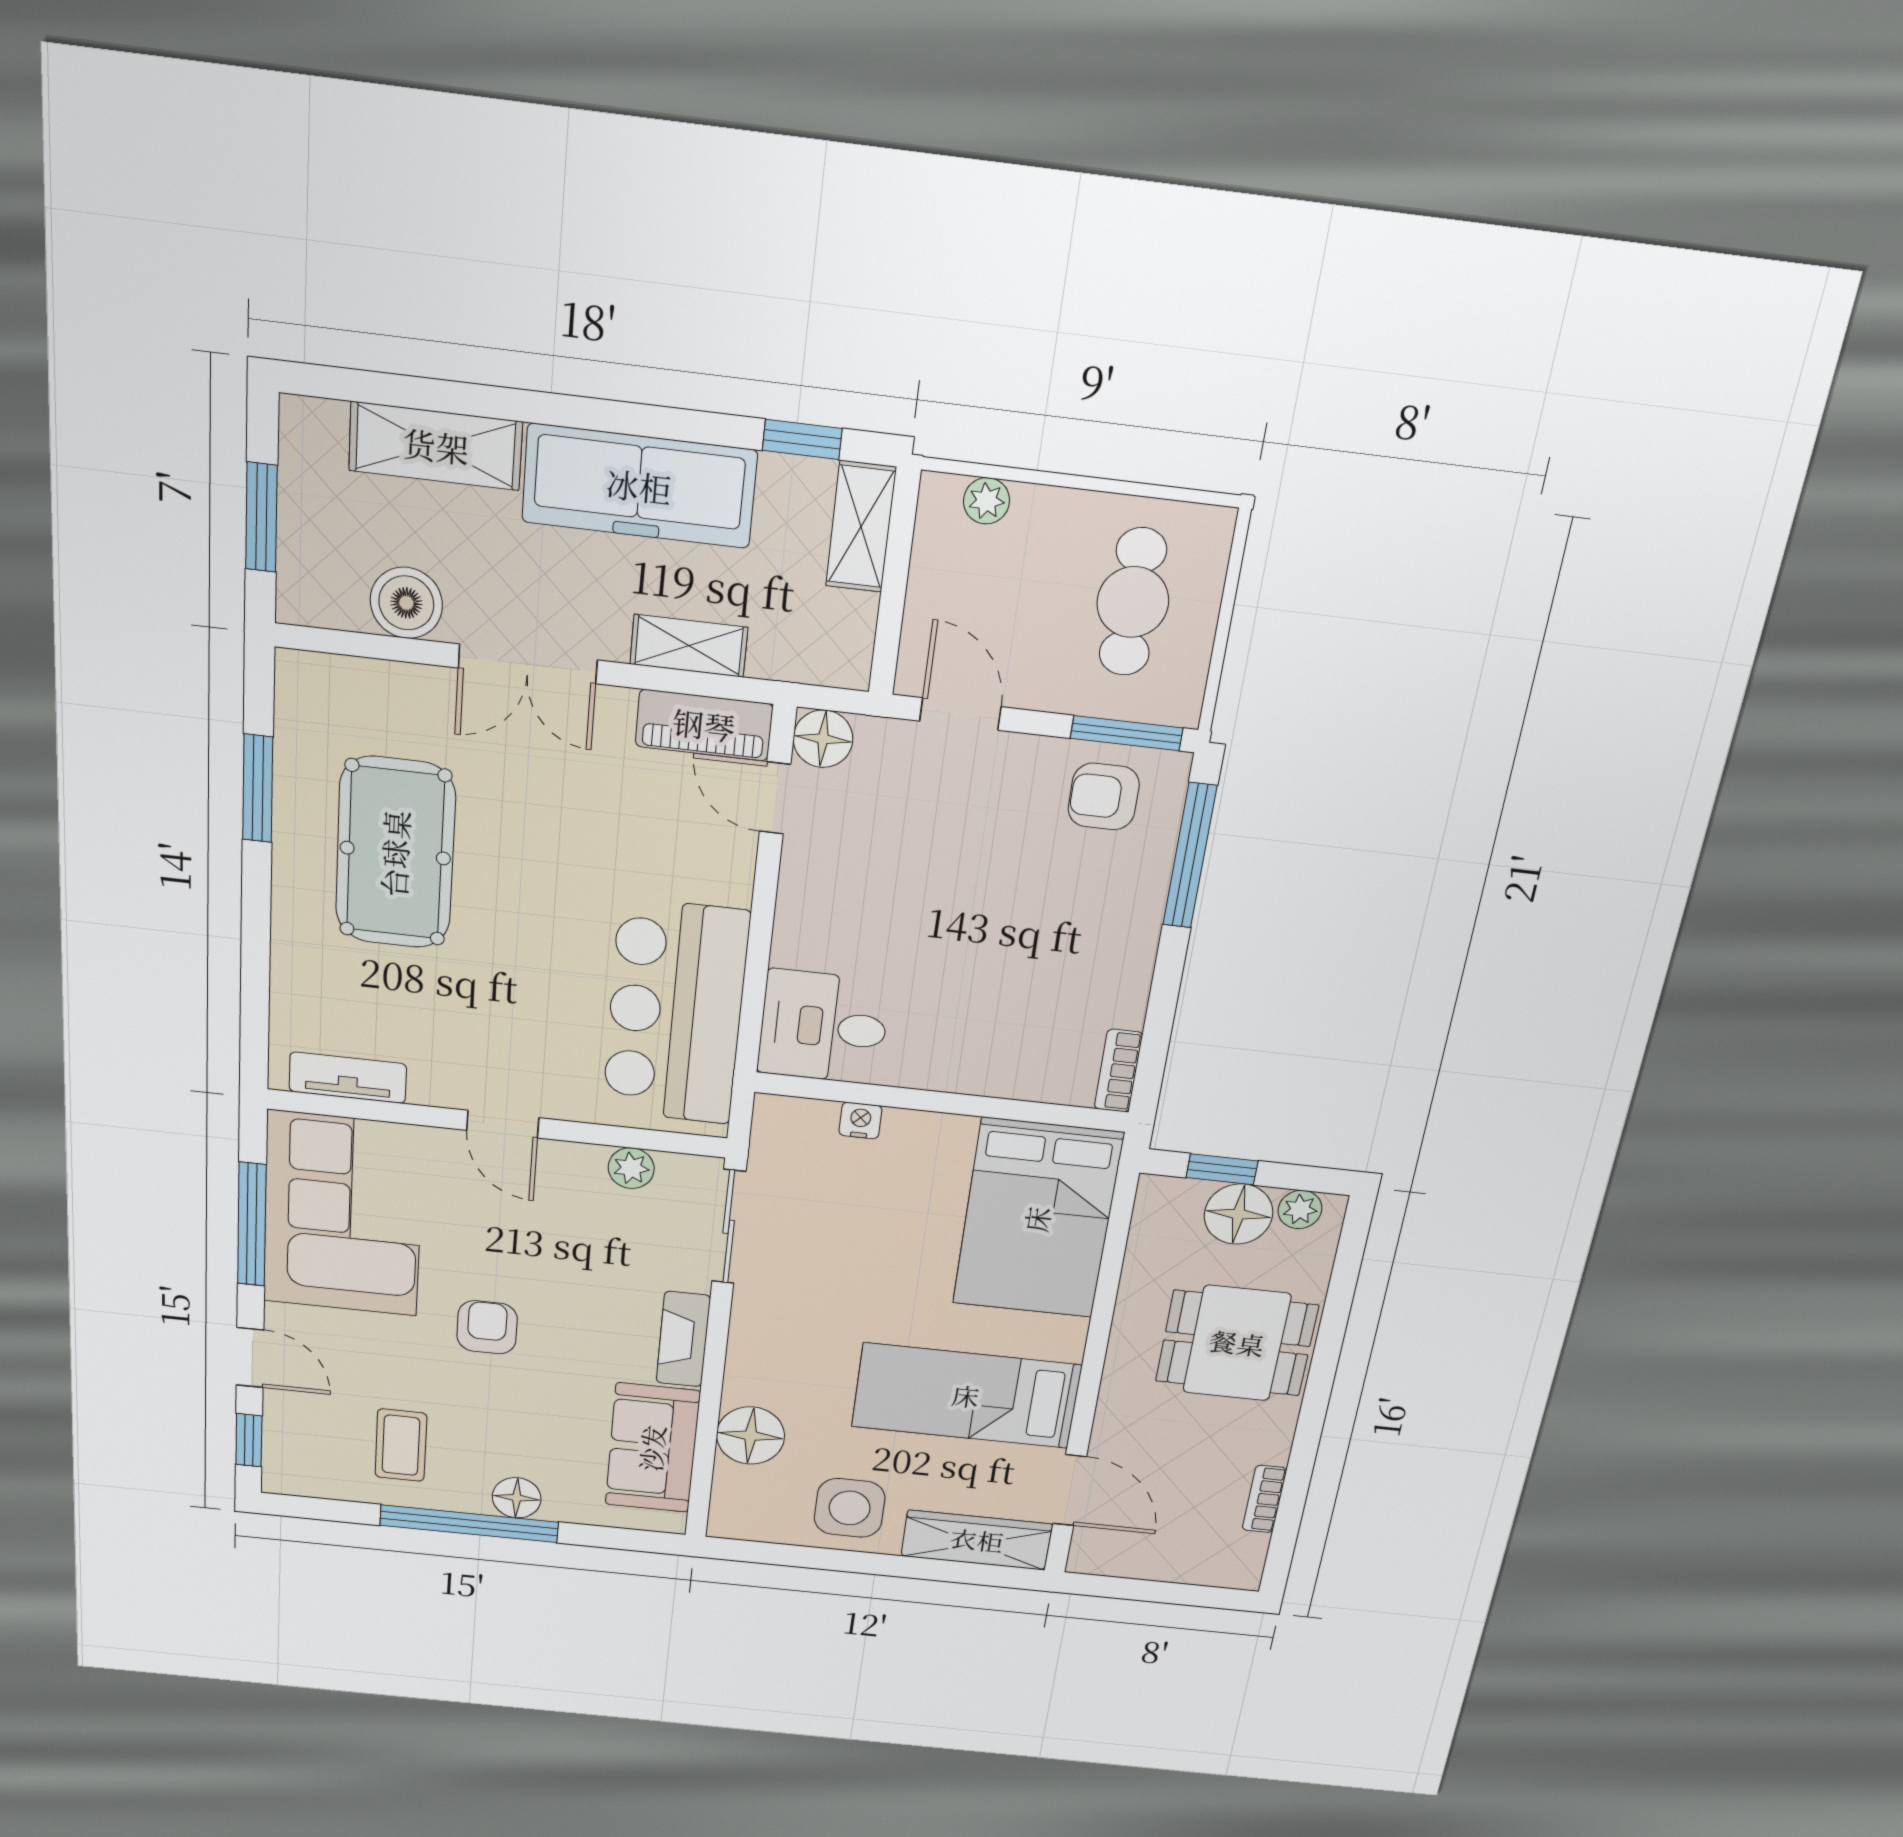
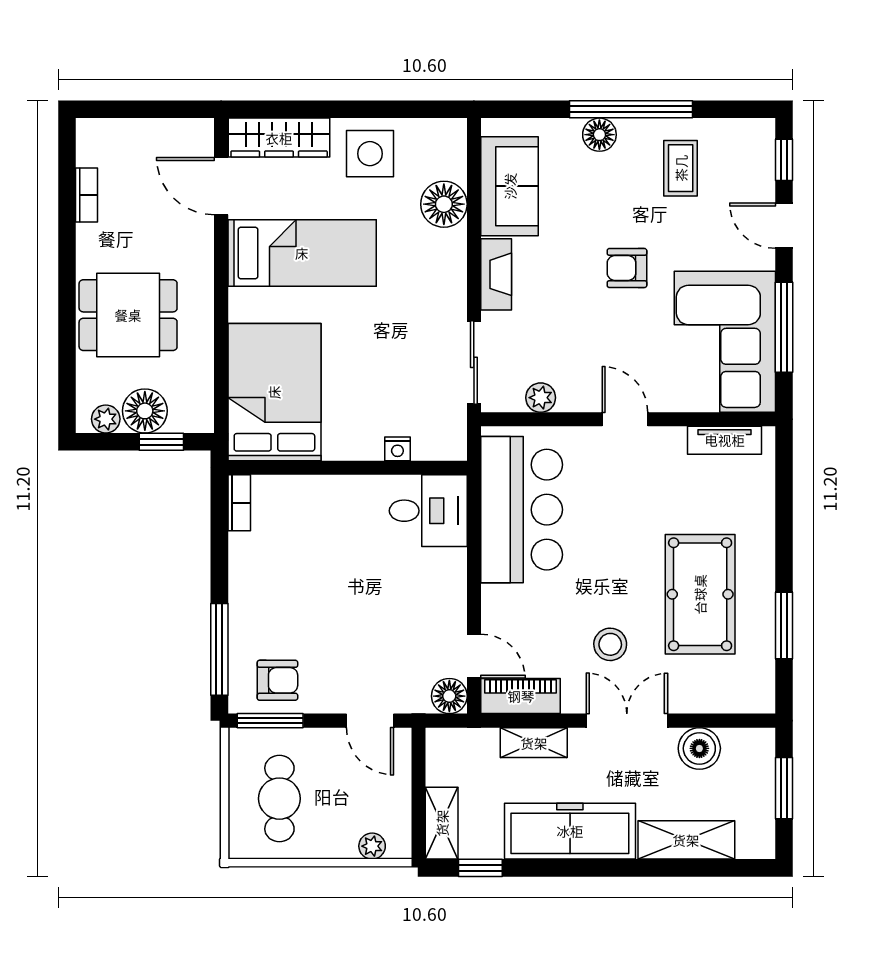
stool: (548, 791) -> (610, 644), added
armchair: (487, 1327) -> (627, 268), turned 90

